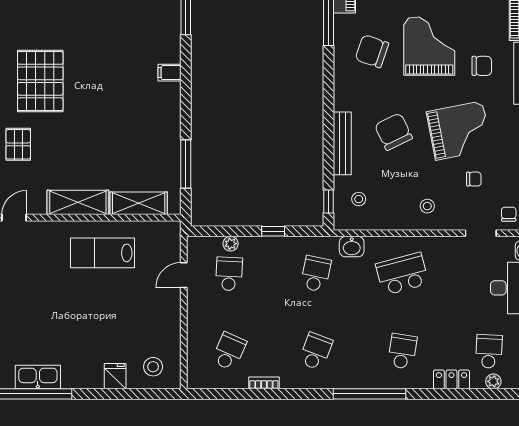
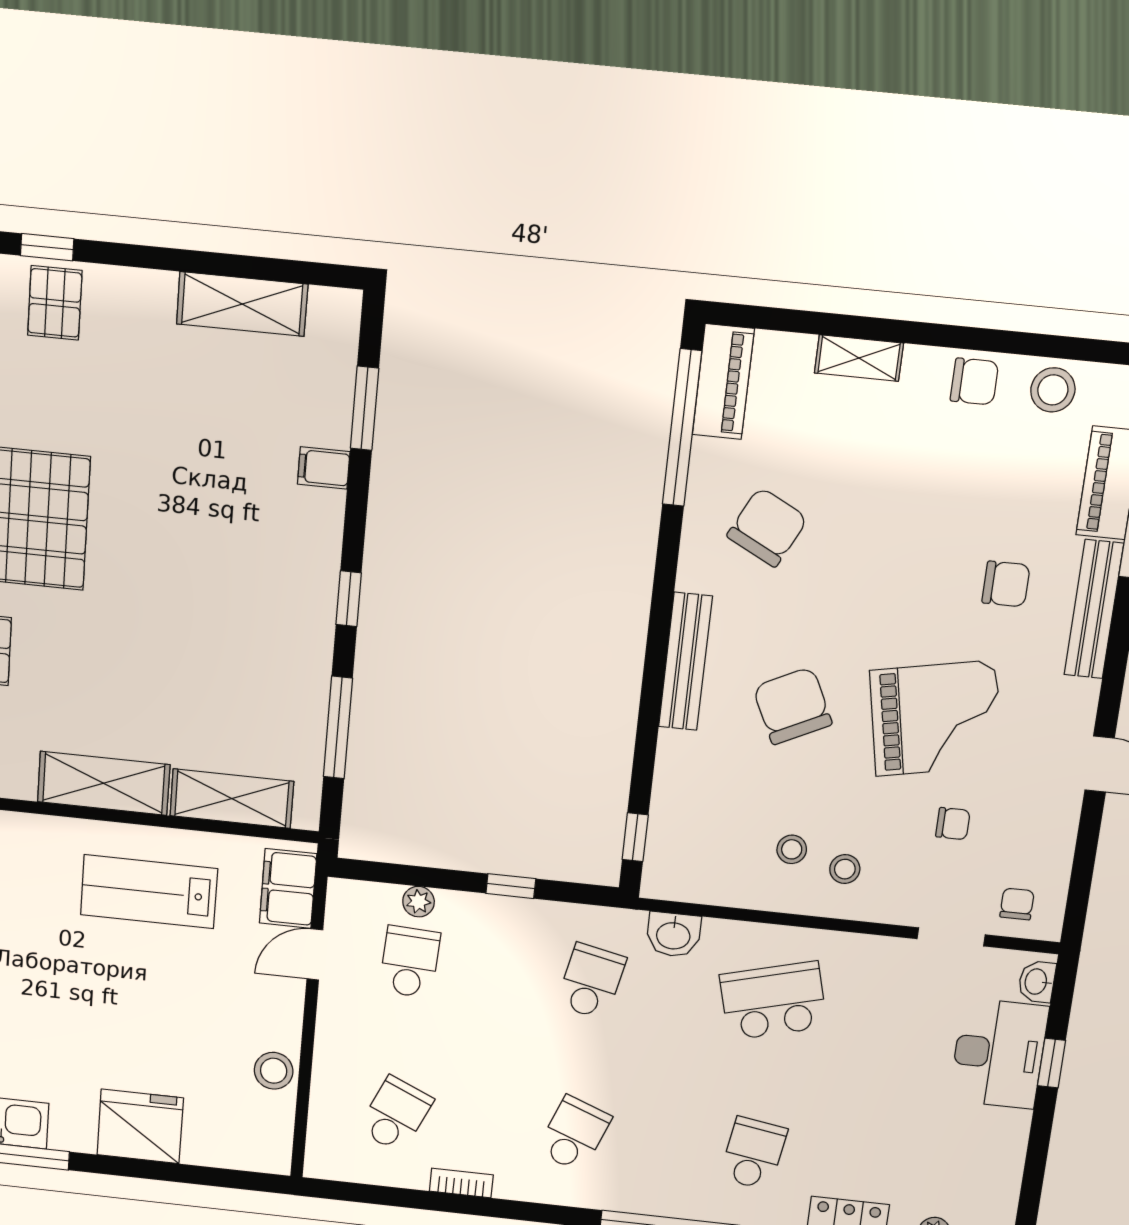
grand piano: (429, 46) -> (896, 529), removed
chair: (372, 51) -> (767, 527), turned 98
filing cabinet: (169, 73) -> (324, 468), moved
window: (186, 103) -> (349, 599), added
bench: (342, 143) -> (685, 662), moved
stool: (359, 199) -> (792, 849), moved
filing cabinet: (168, 244) -> (288, 888), added
school desk: (489, 351) -> (933, 1173), removed
stool: (153, 367) -> (274, 1071), moved
fridge: (115, 376) -> (140, 1126), width x1.88, depth x1.34

